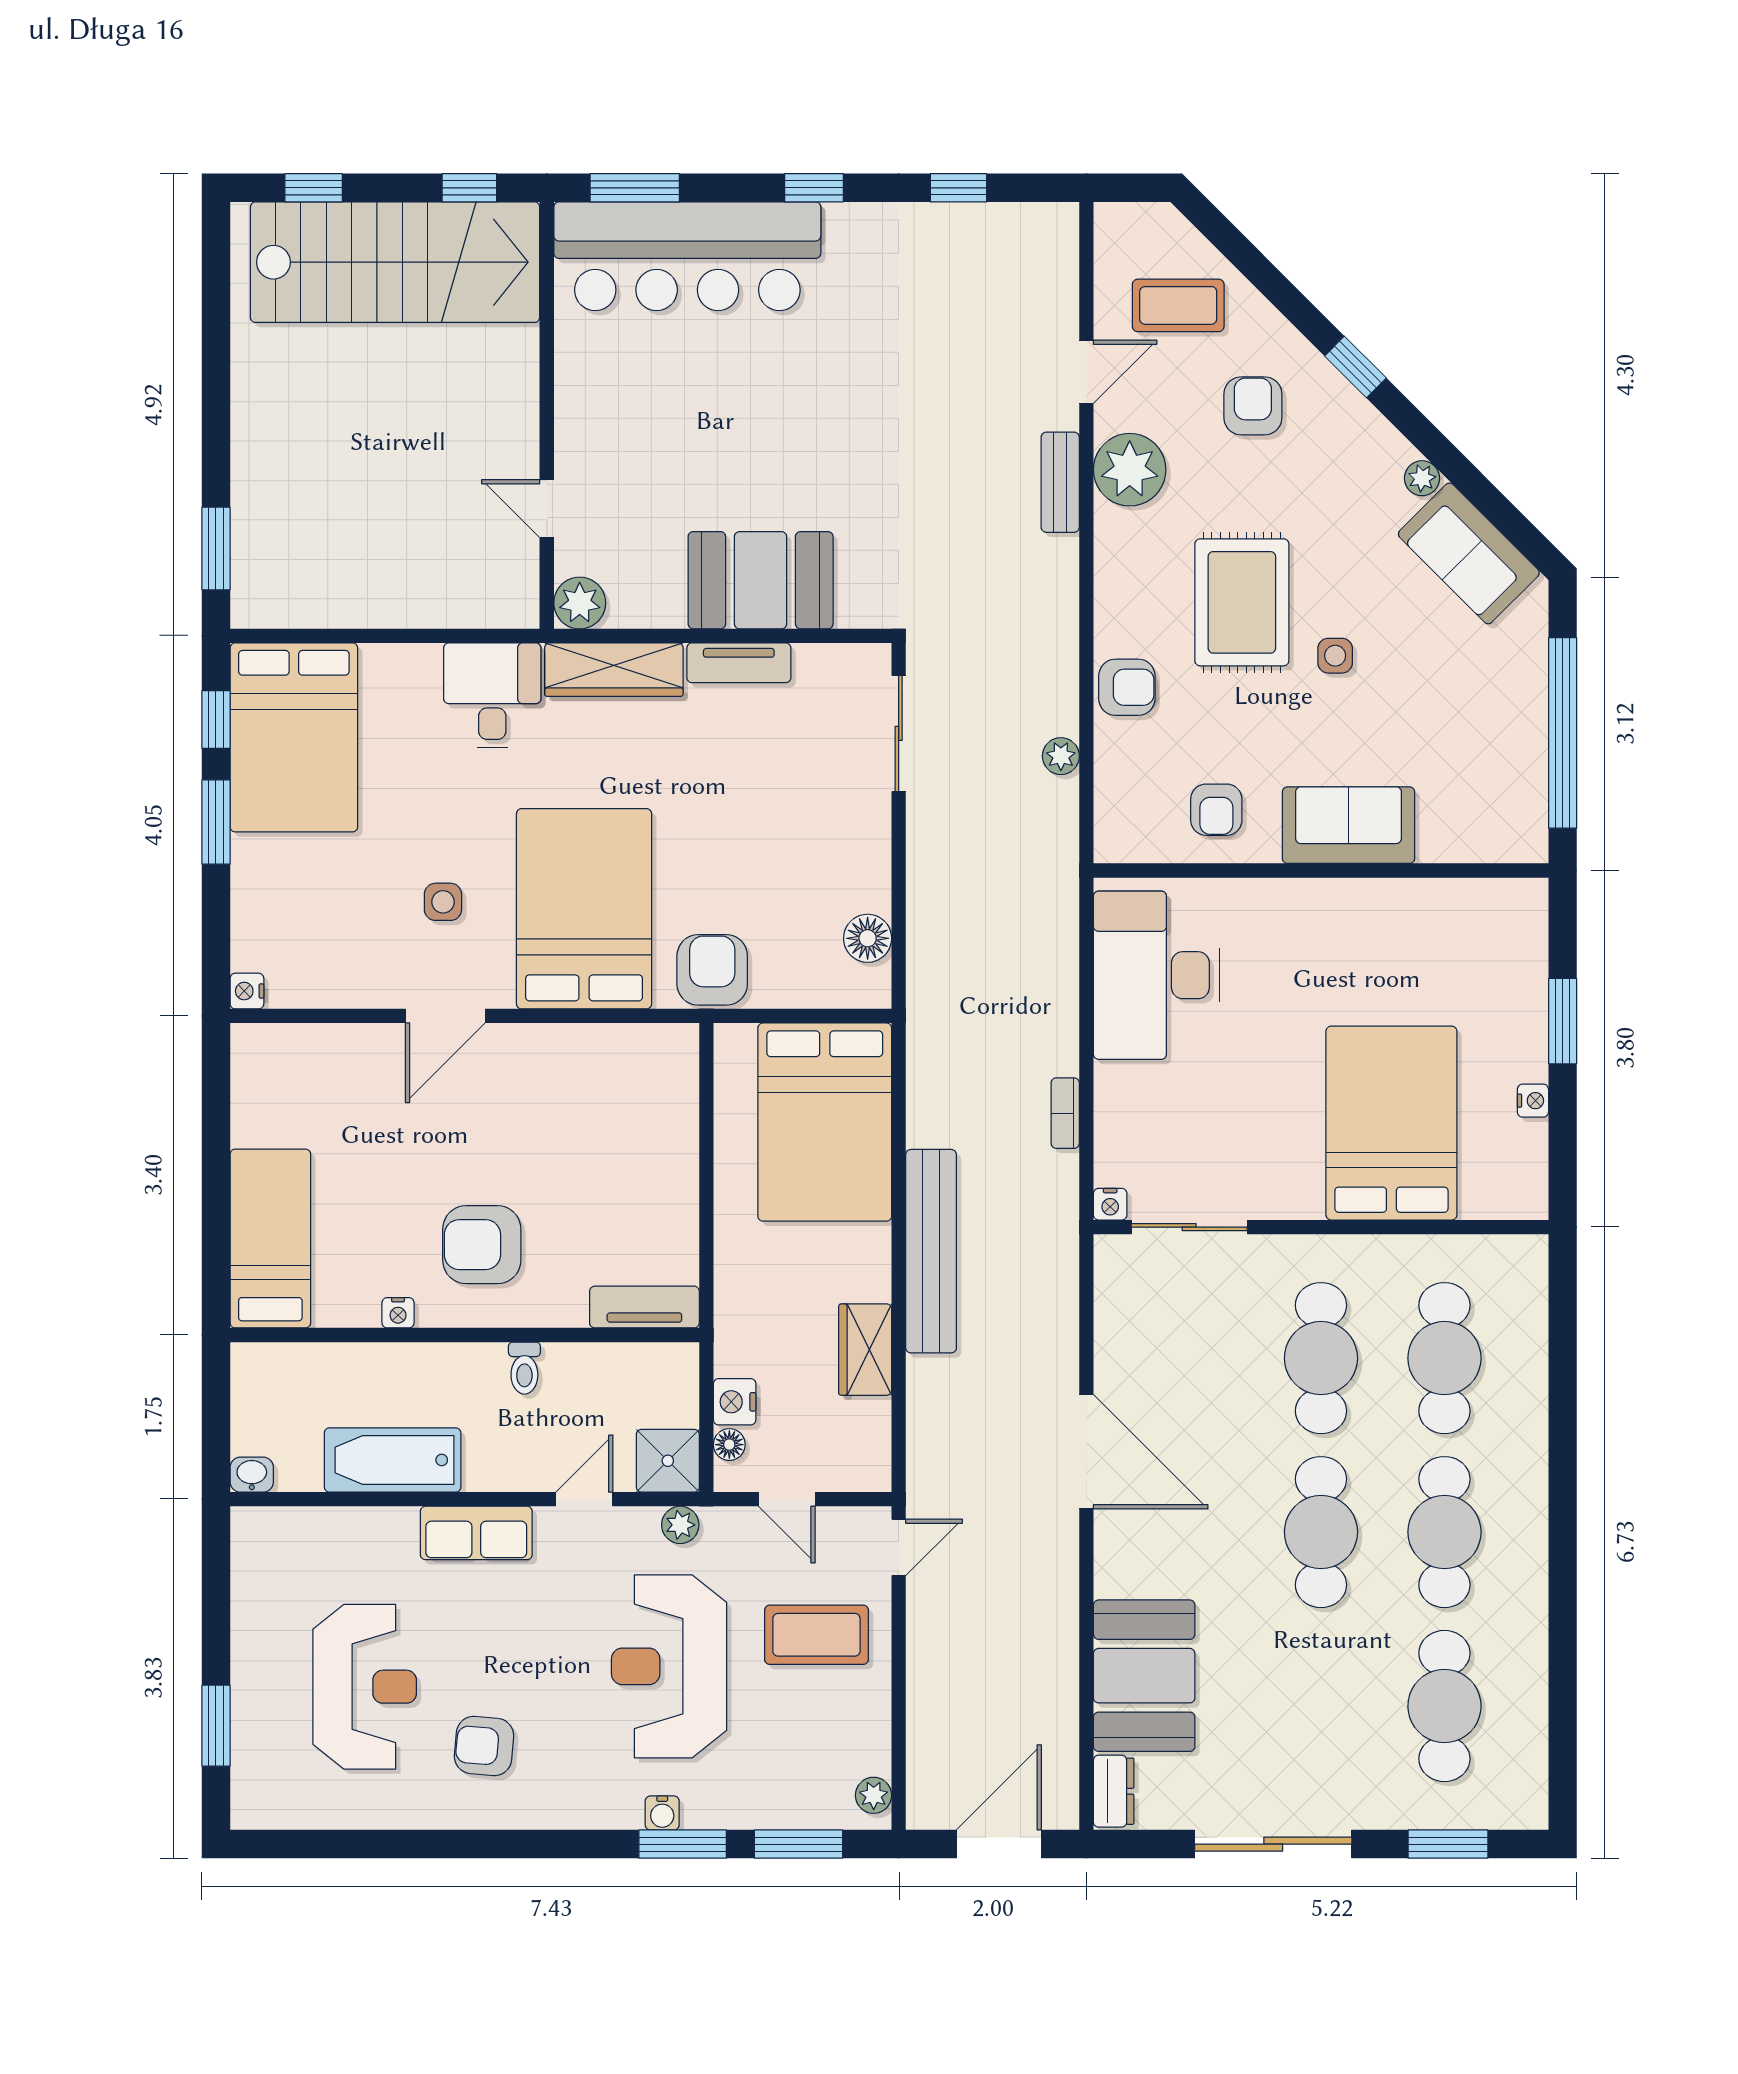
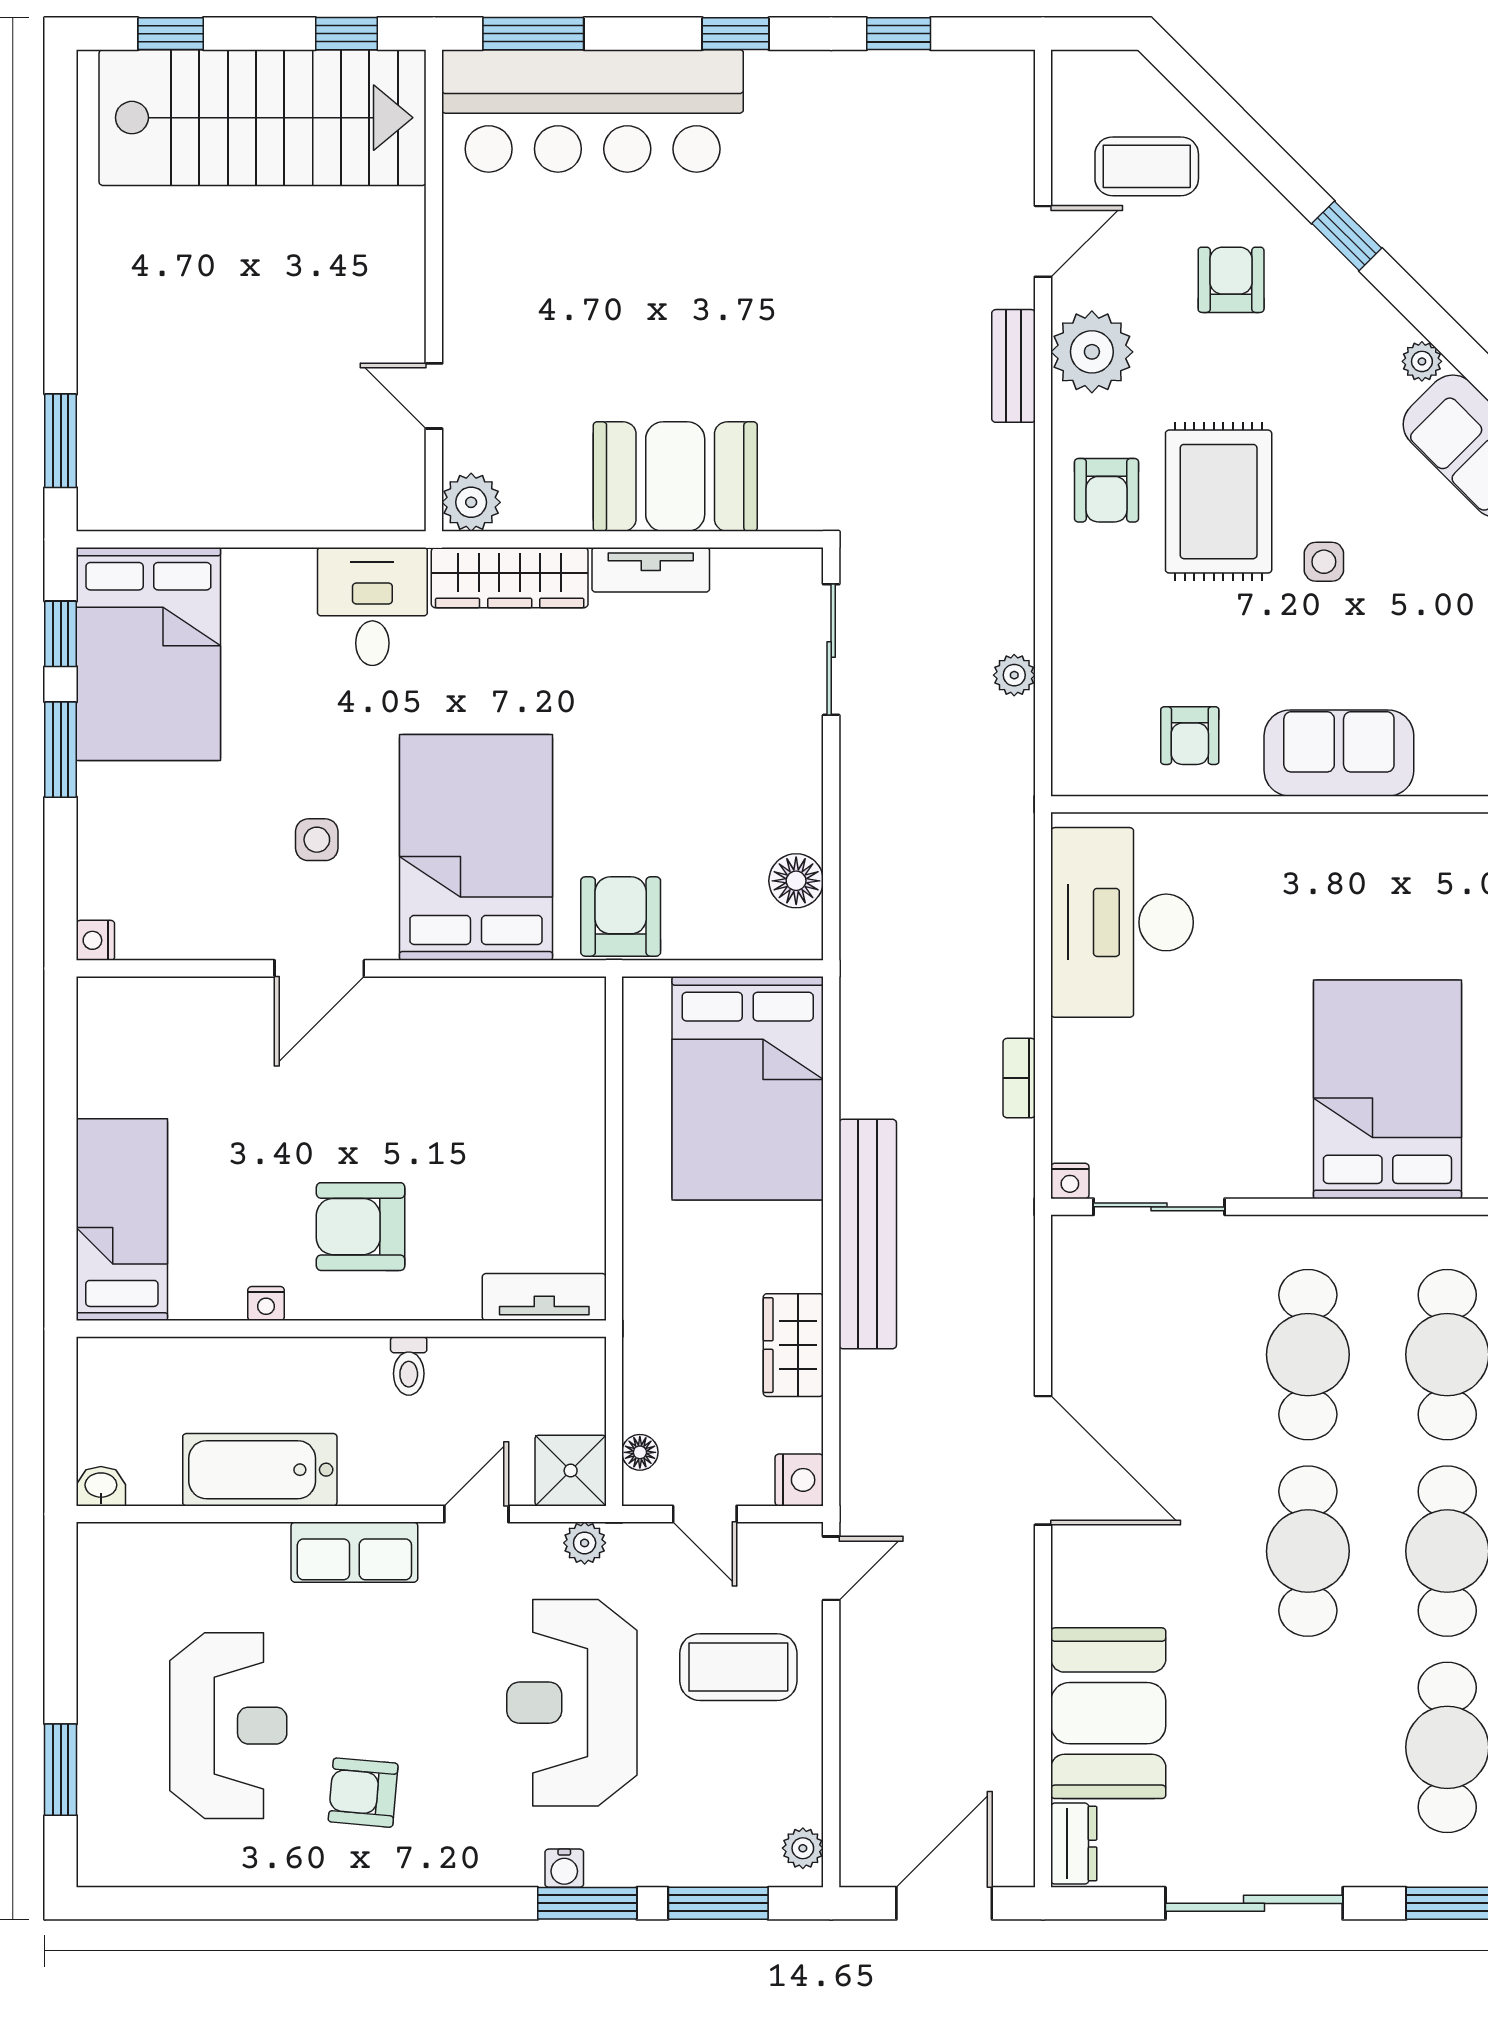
armchair: (1127, 687) -> (1106, 490), moved, turned 90
nightstand: (735, 1402) -> (799, 1480), moved, turned 180

